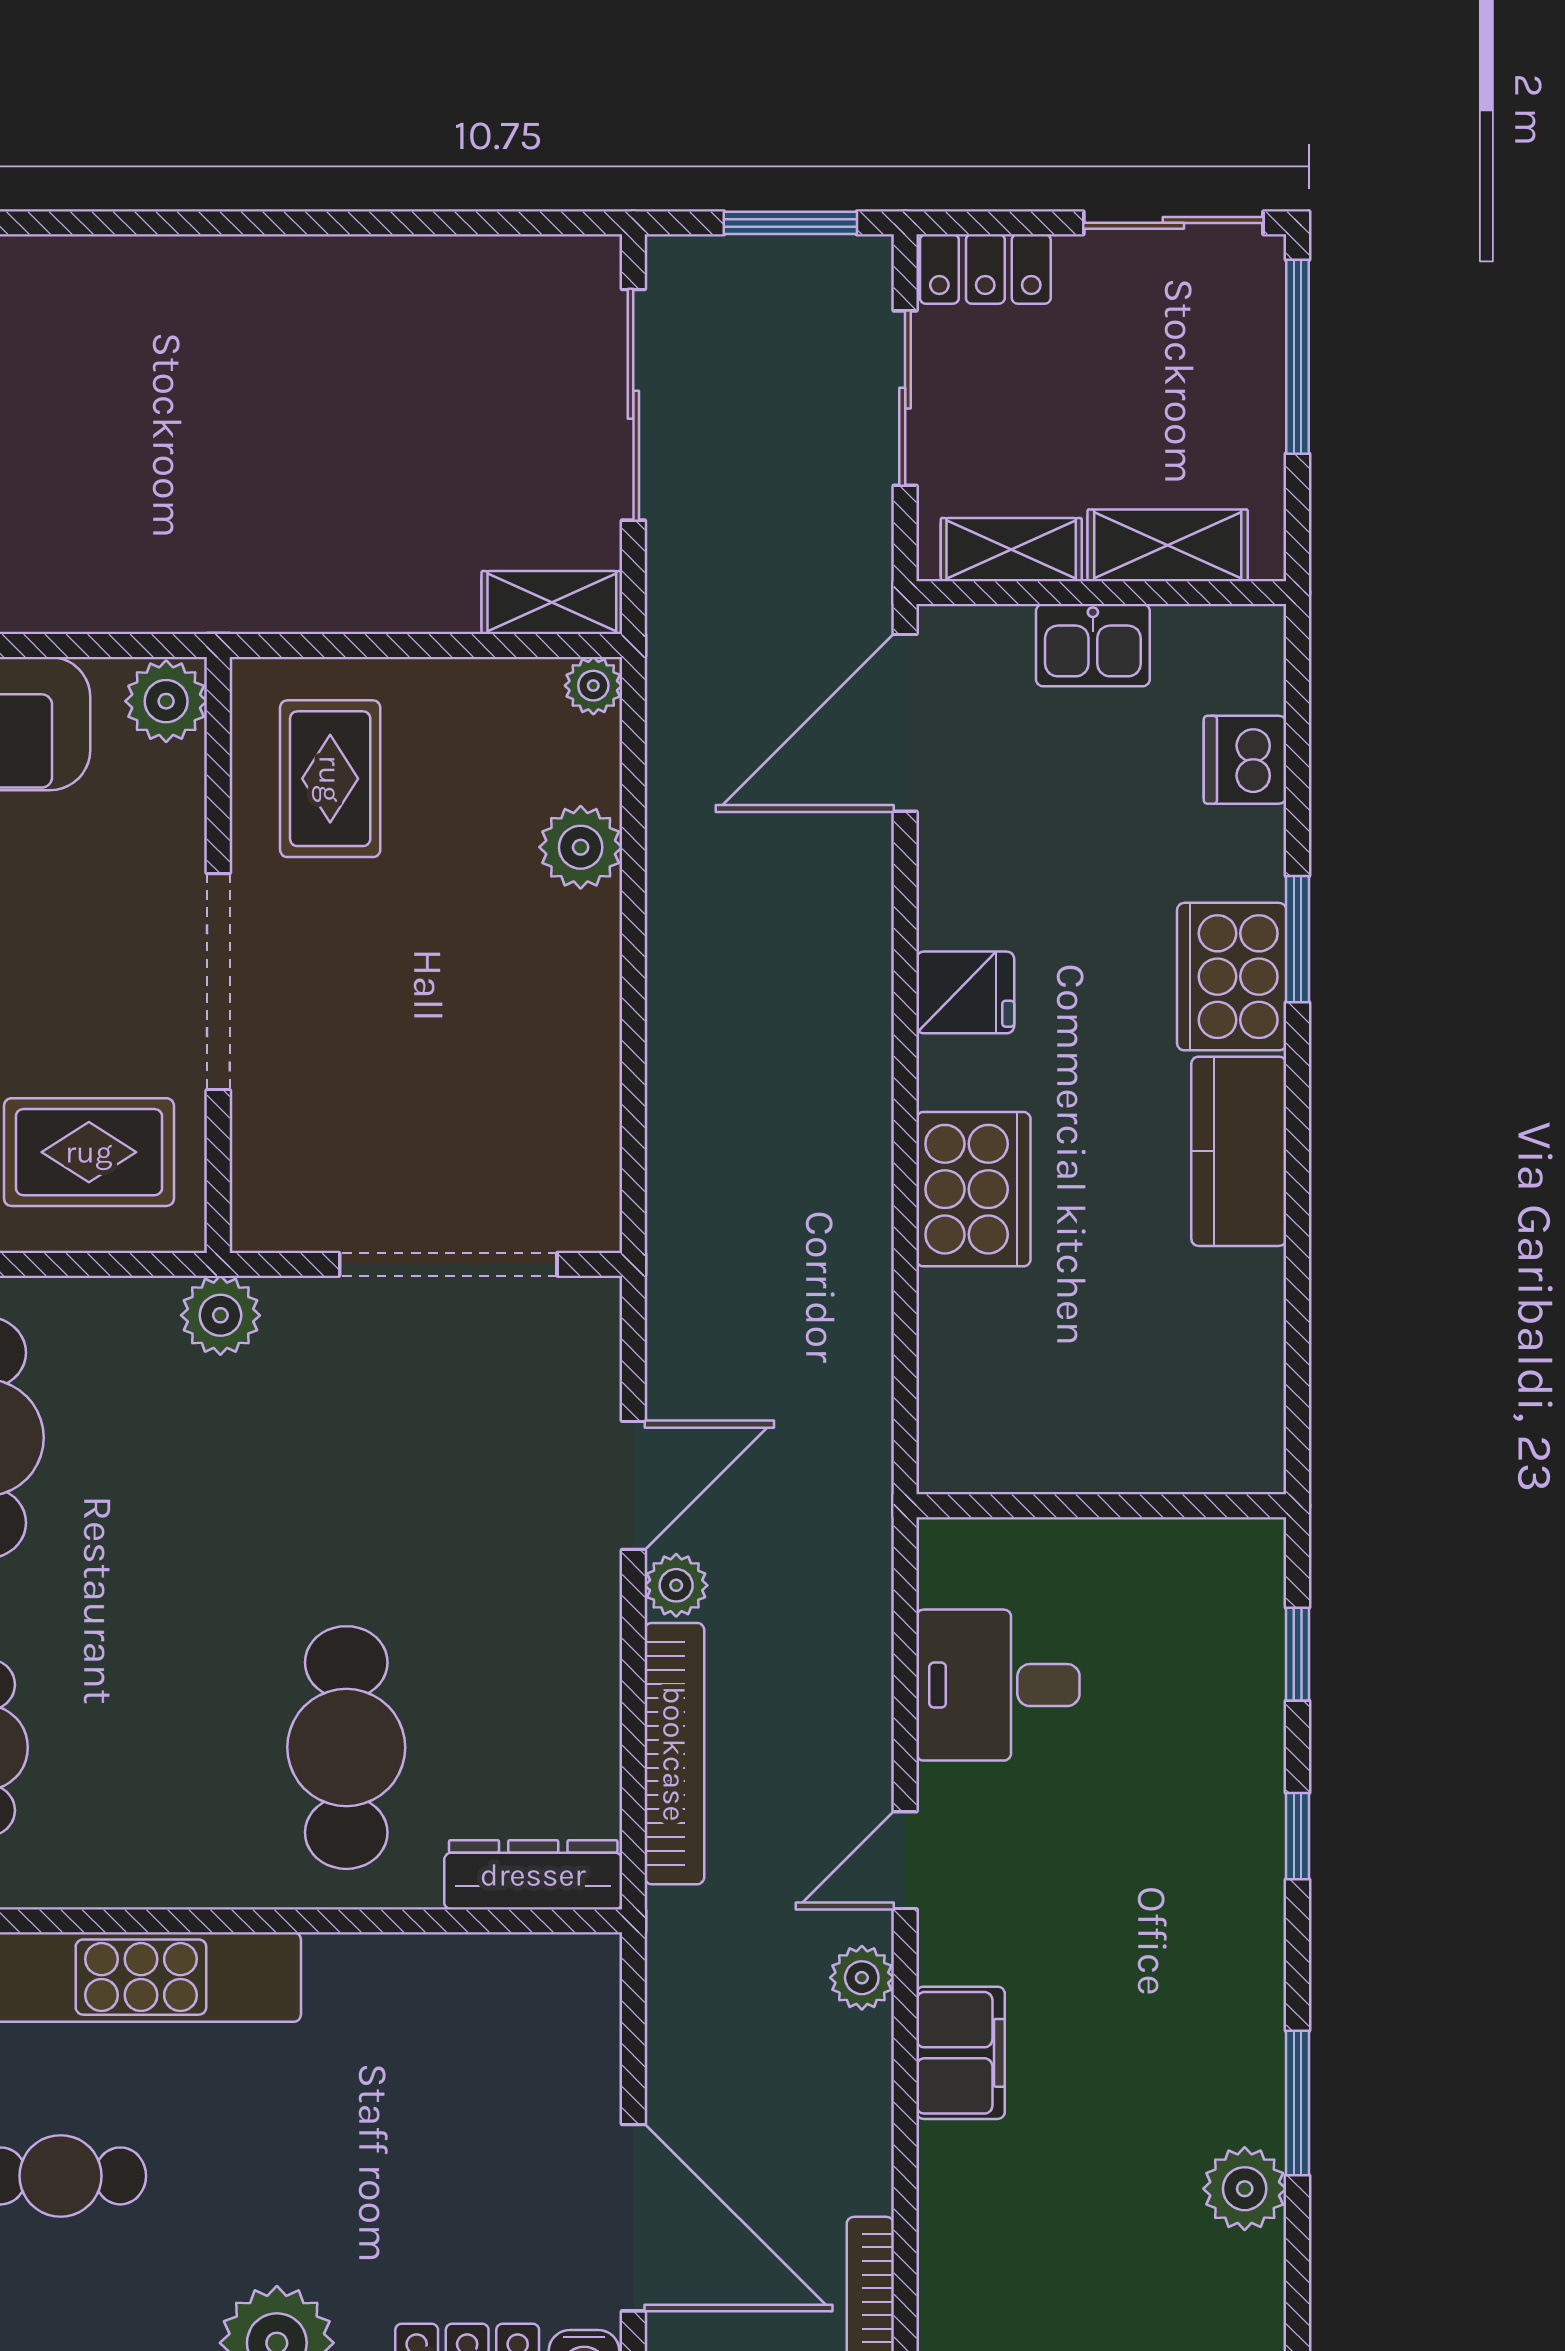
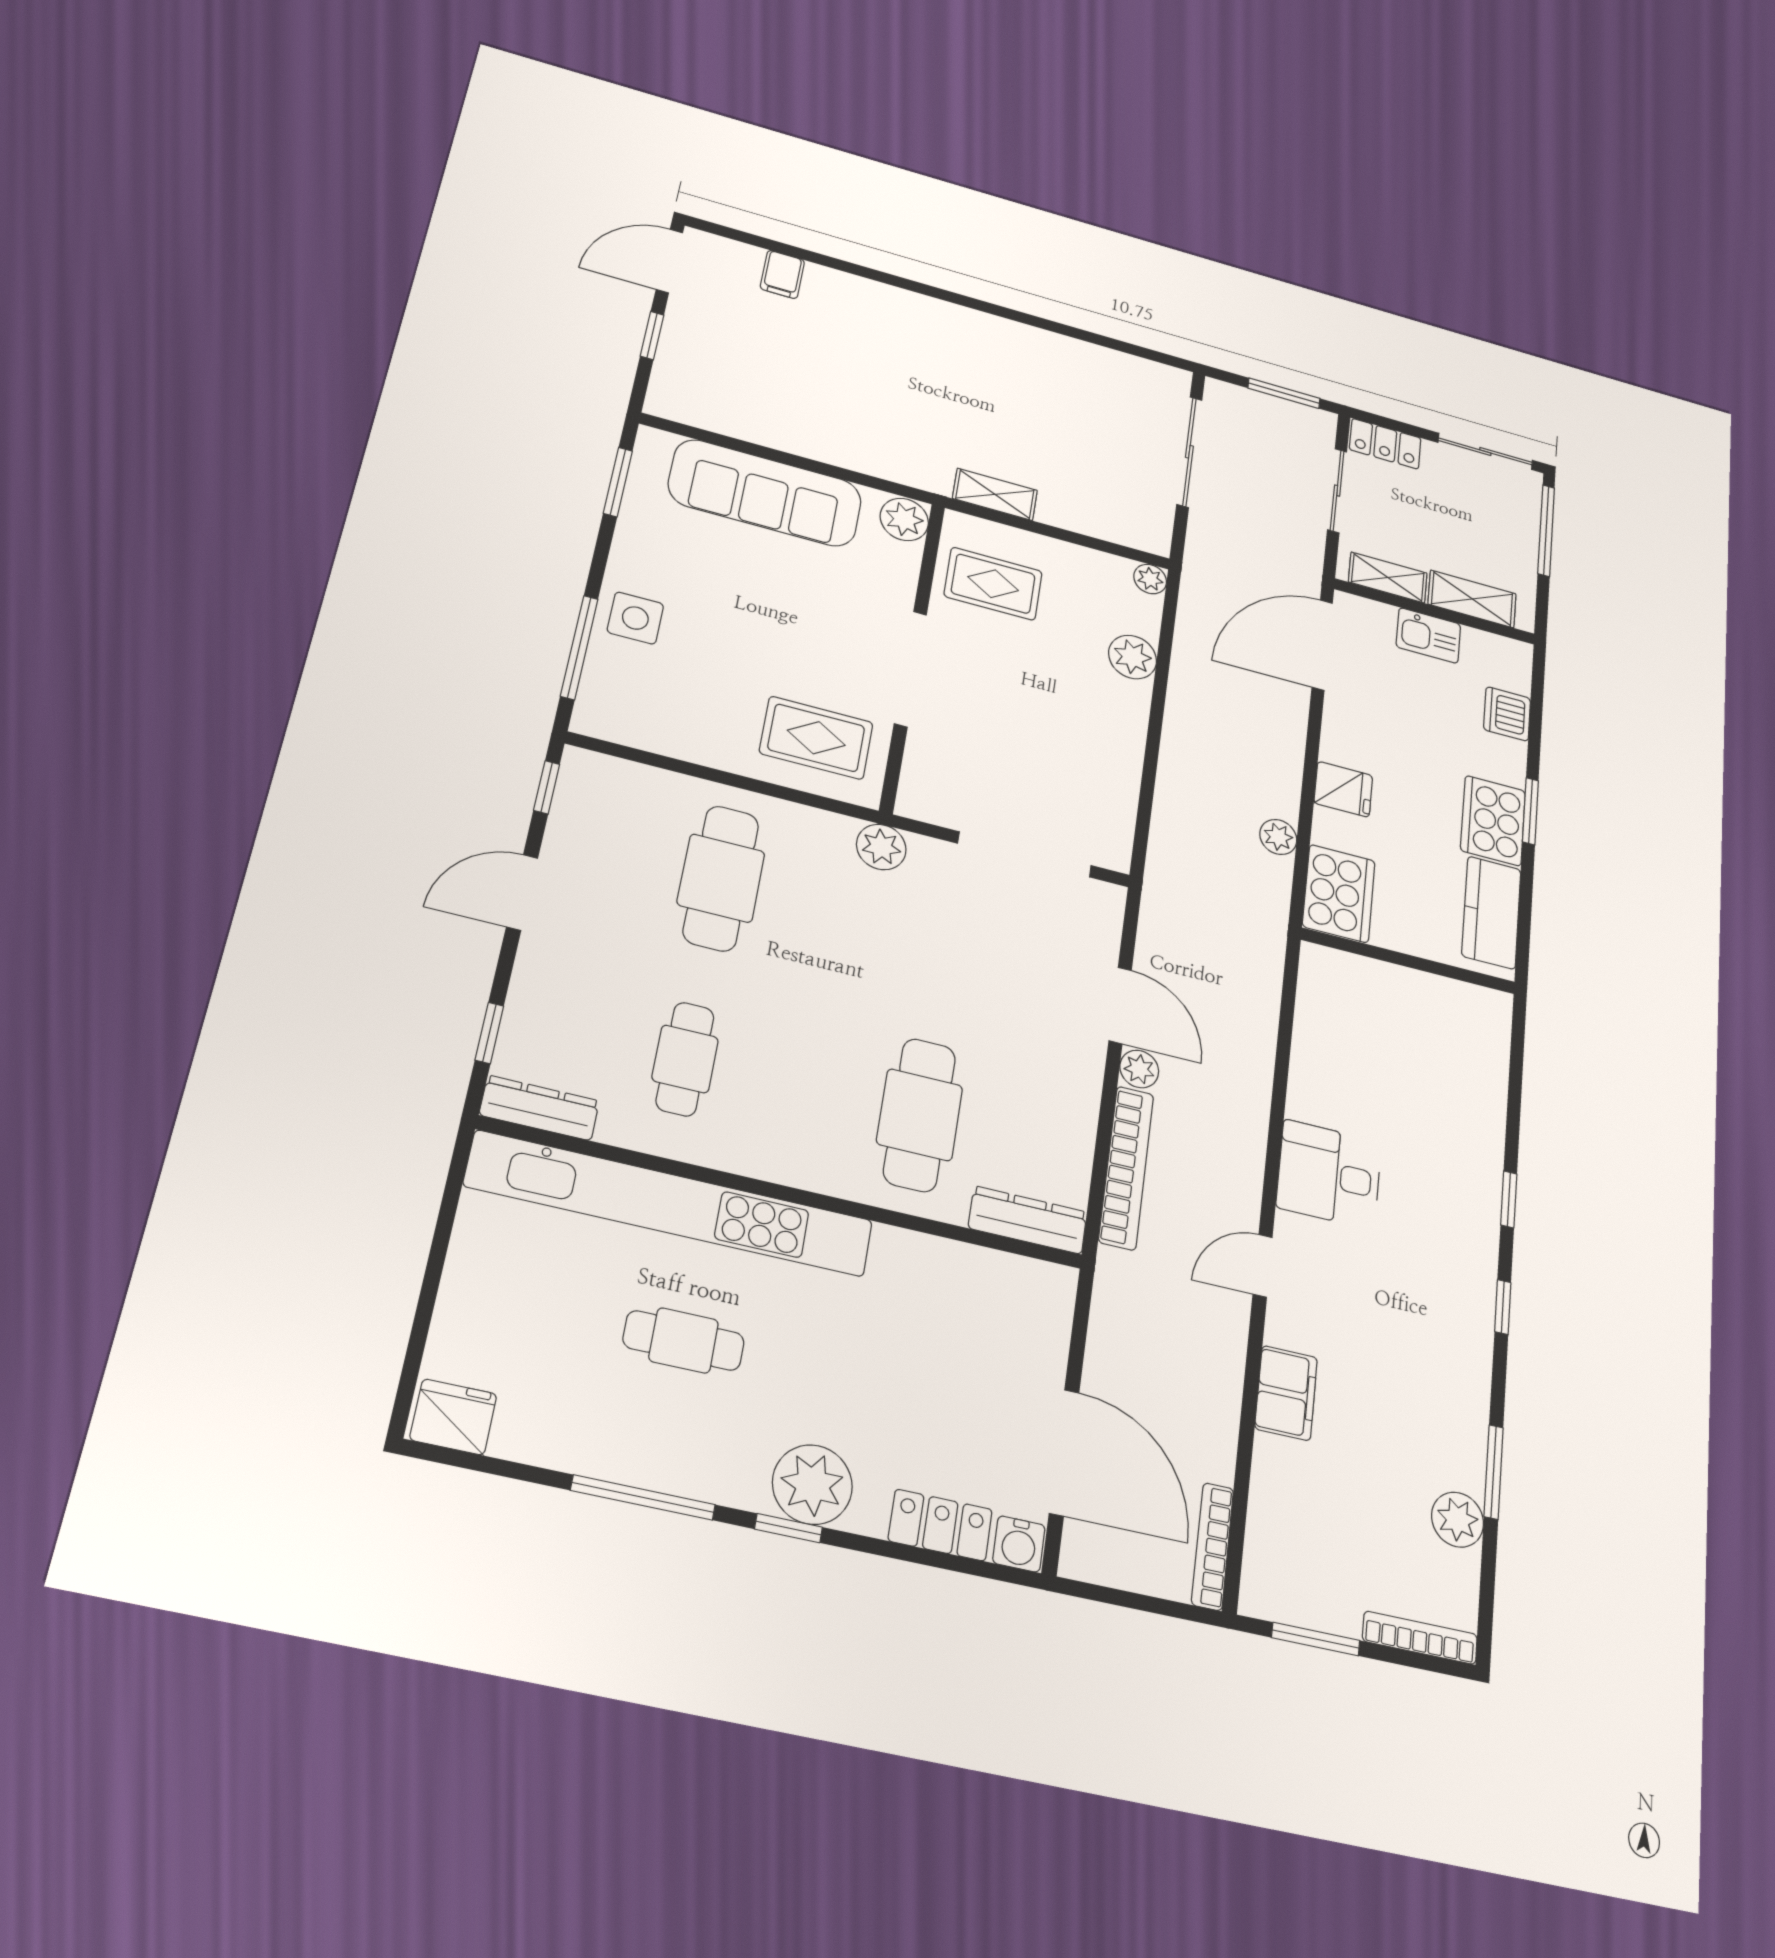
shelving: (552, 603) -> (995, 494), moved
rug: (330, 779) -> (993, 584), turned 90
door: (633, 1485) -> (1120, 1005), hinge flipped
wall: (1101, 1506) -> (1408, 961), moved
plant: (862, 1978) -> (1278, 837), moved

